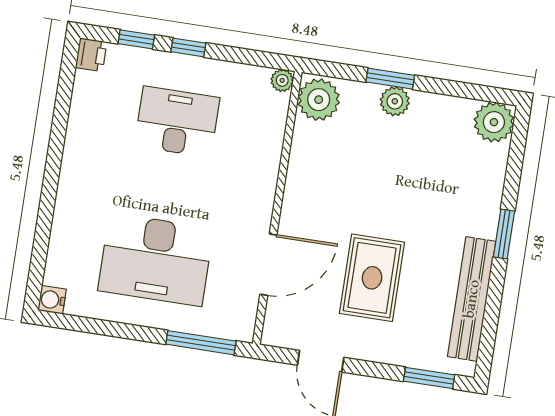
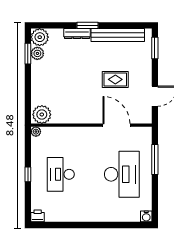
window: (136, 39) -> (28, 197), removed
window: (390, 79) -> (28, 54), moved
plant: (395, 101) -> (37, 53), moved
dresser: (489, 207) -> (77, 34), added
rug: (372, 278) -> (115, 79), width x0.73, depth x0.70
window: (201, 343) -> (155, 159), moved

